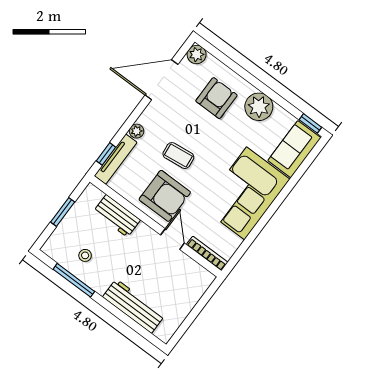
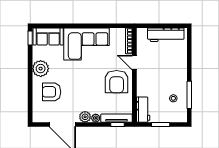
plant: (197, 55) -> (85, 117), moved
coffee table: (178, 156) -> (92, 90), removed
armchair: (165, 196) -> (117, 82), turned 180
workbench: (117, 216) -> (143, 110), moved
door: (172, 239) -> (134, 63), hinge flipped
workbench: (134, 306) -> (166, 35), moved, turned -90

